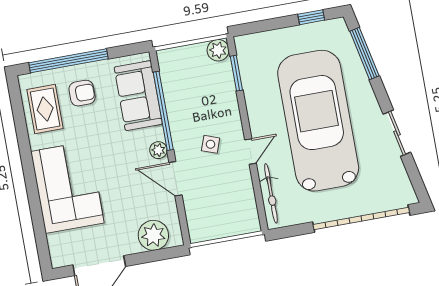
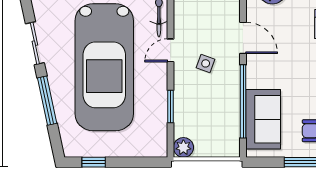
window: (364, 53) -> (47, 101), moved
window: (236, 73) -> (171, 107), moved
plant: (158, 150) -> (254, 67), removed

